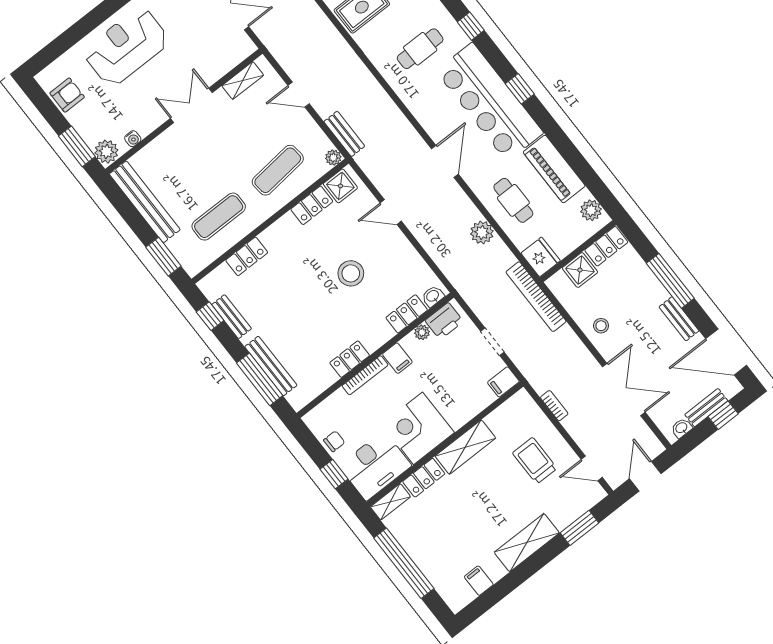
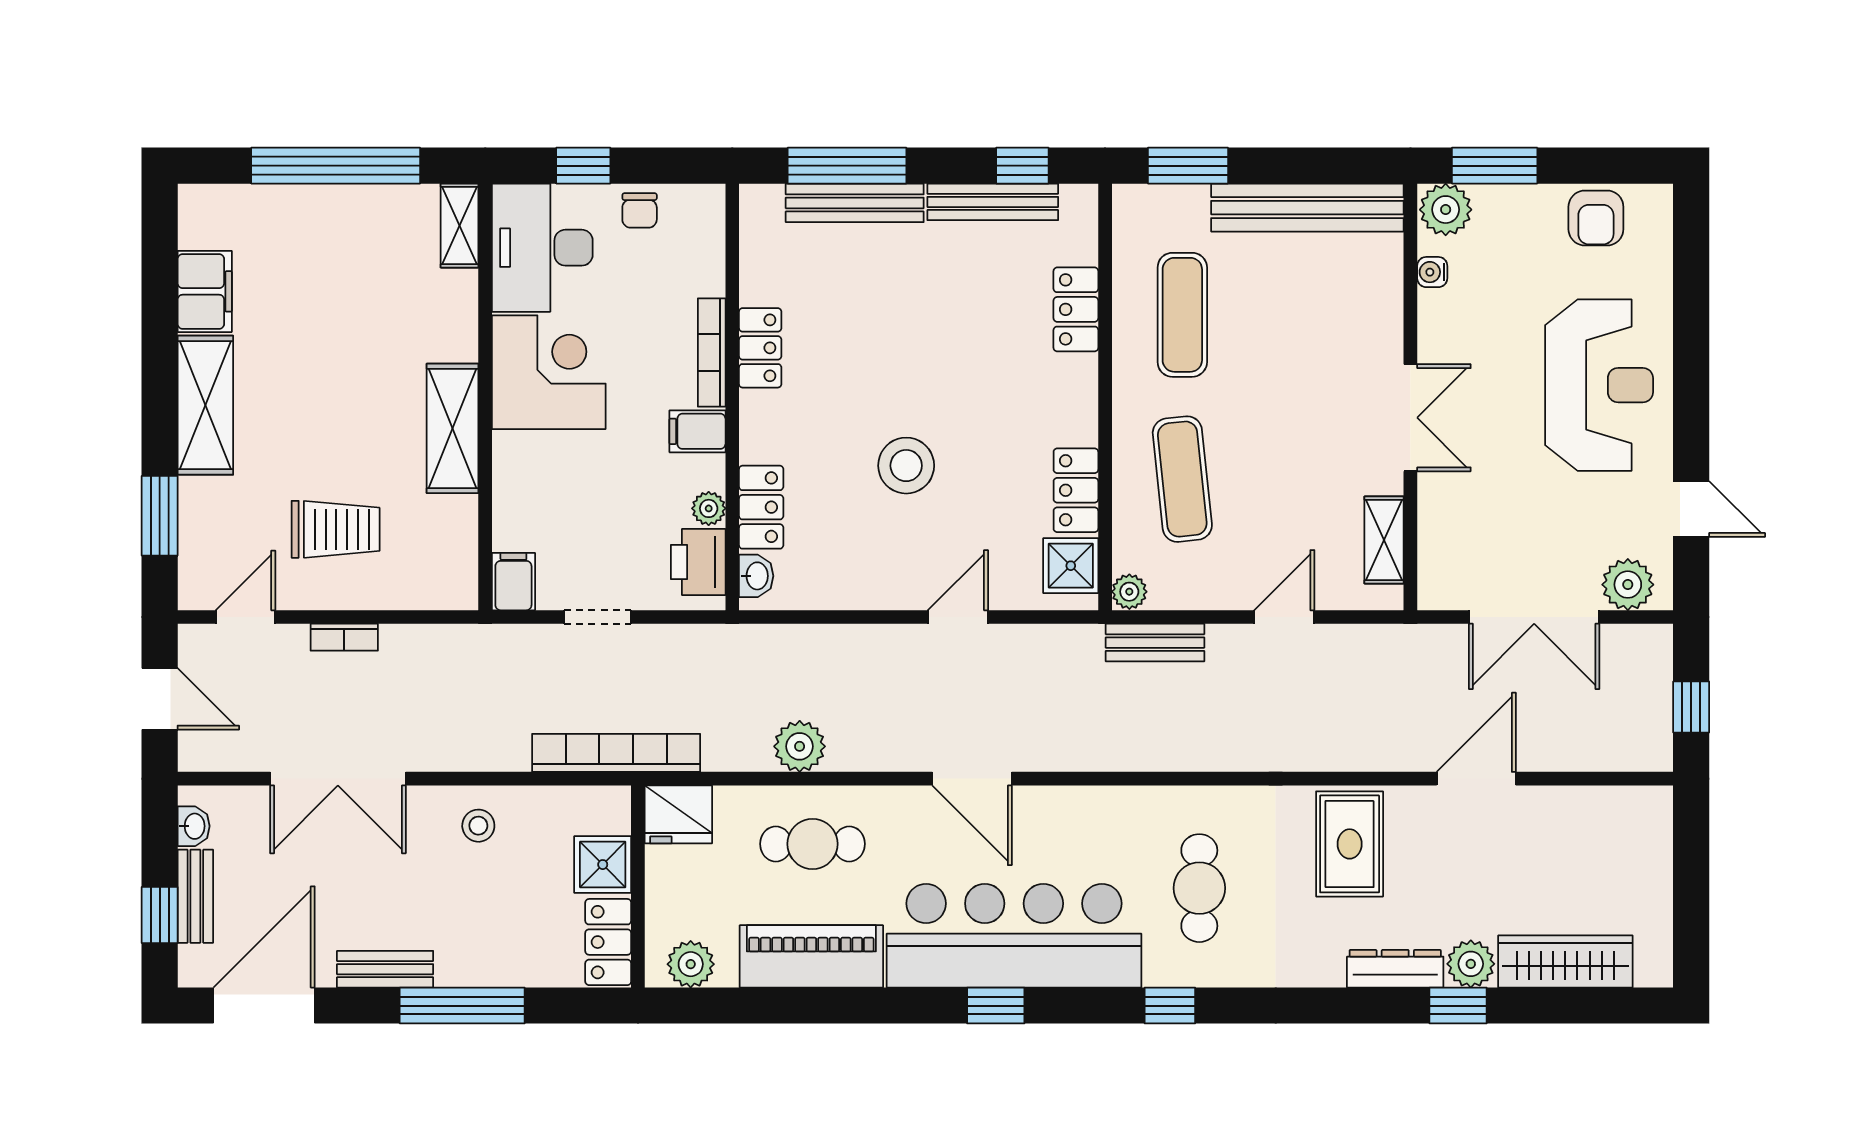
bench: (232, 317) -> (993, 202), width x1.36
bookcase: (554, 406) -> (344, 637), moved
locker: (424, 478) -> (456, 316), removed
filing cabinet: (479, 581) -> (205, 291), width x2.00

